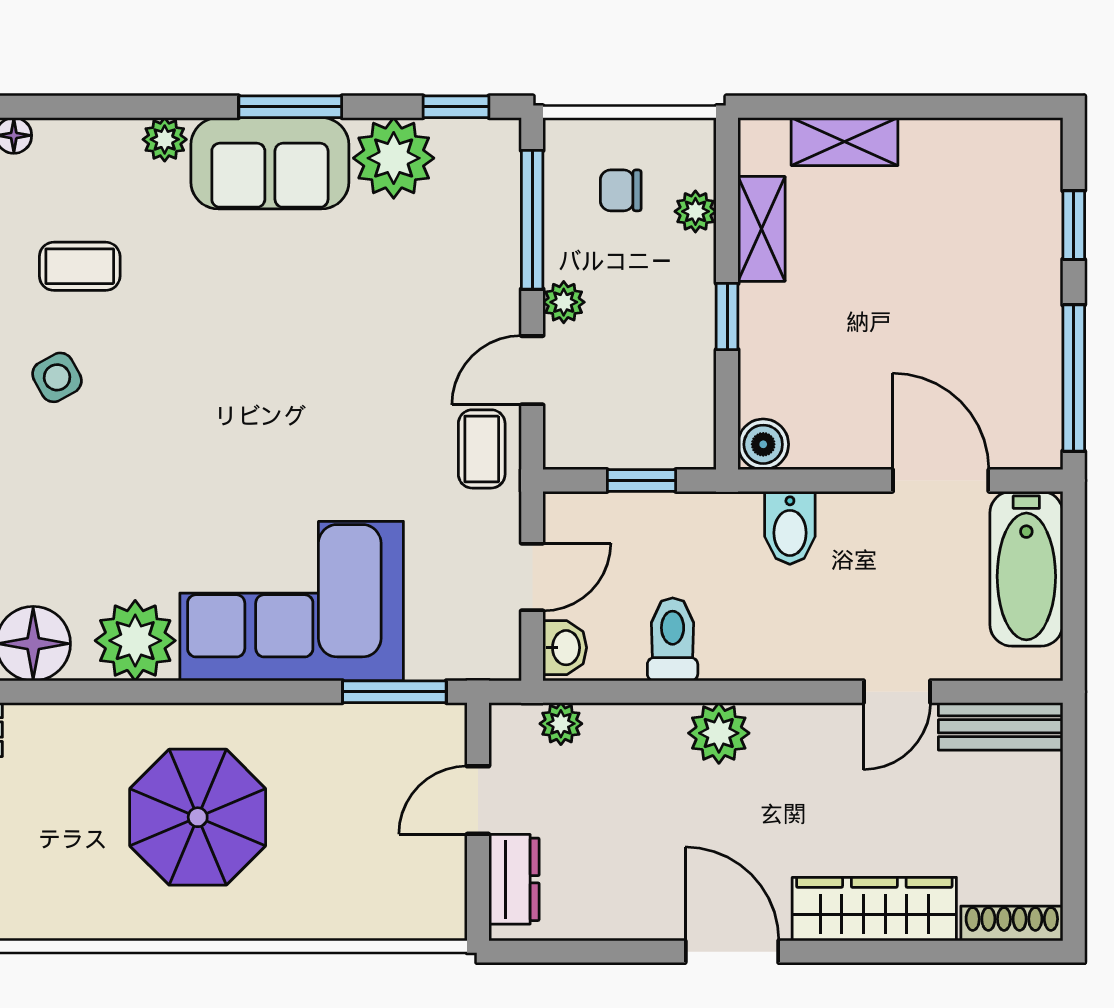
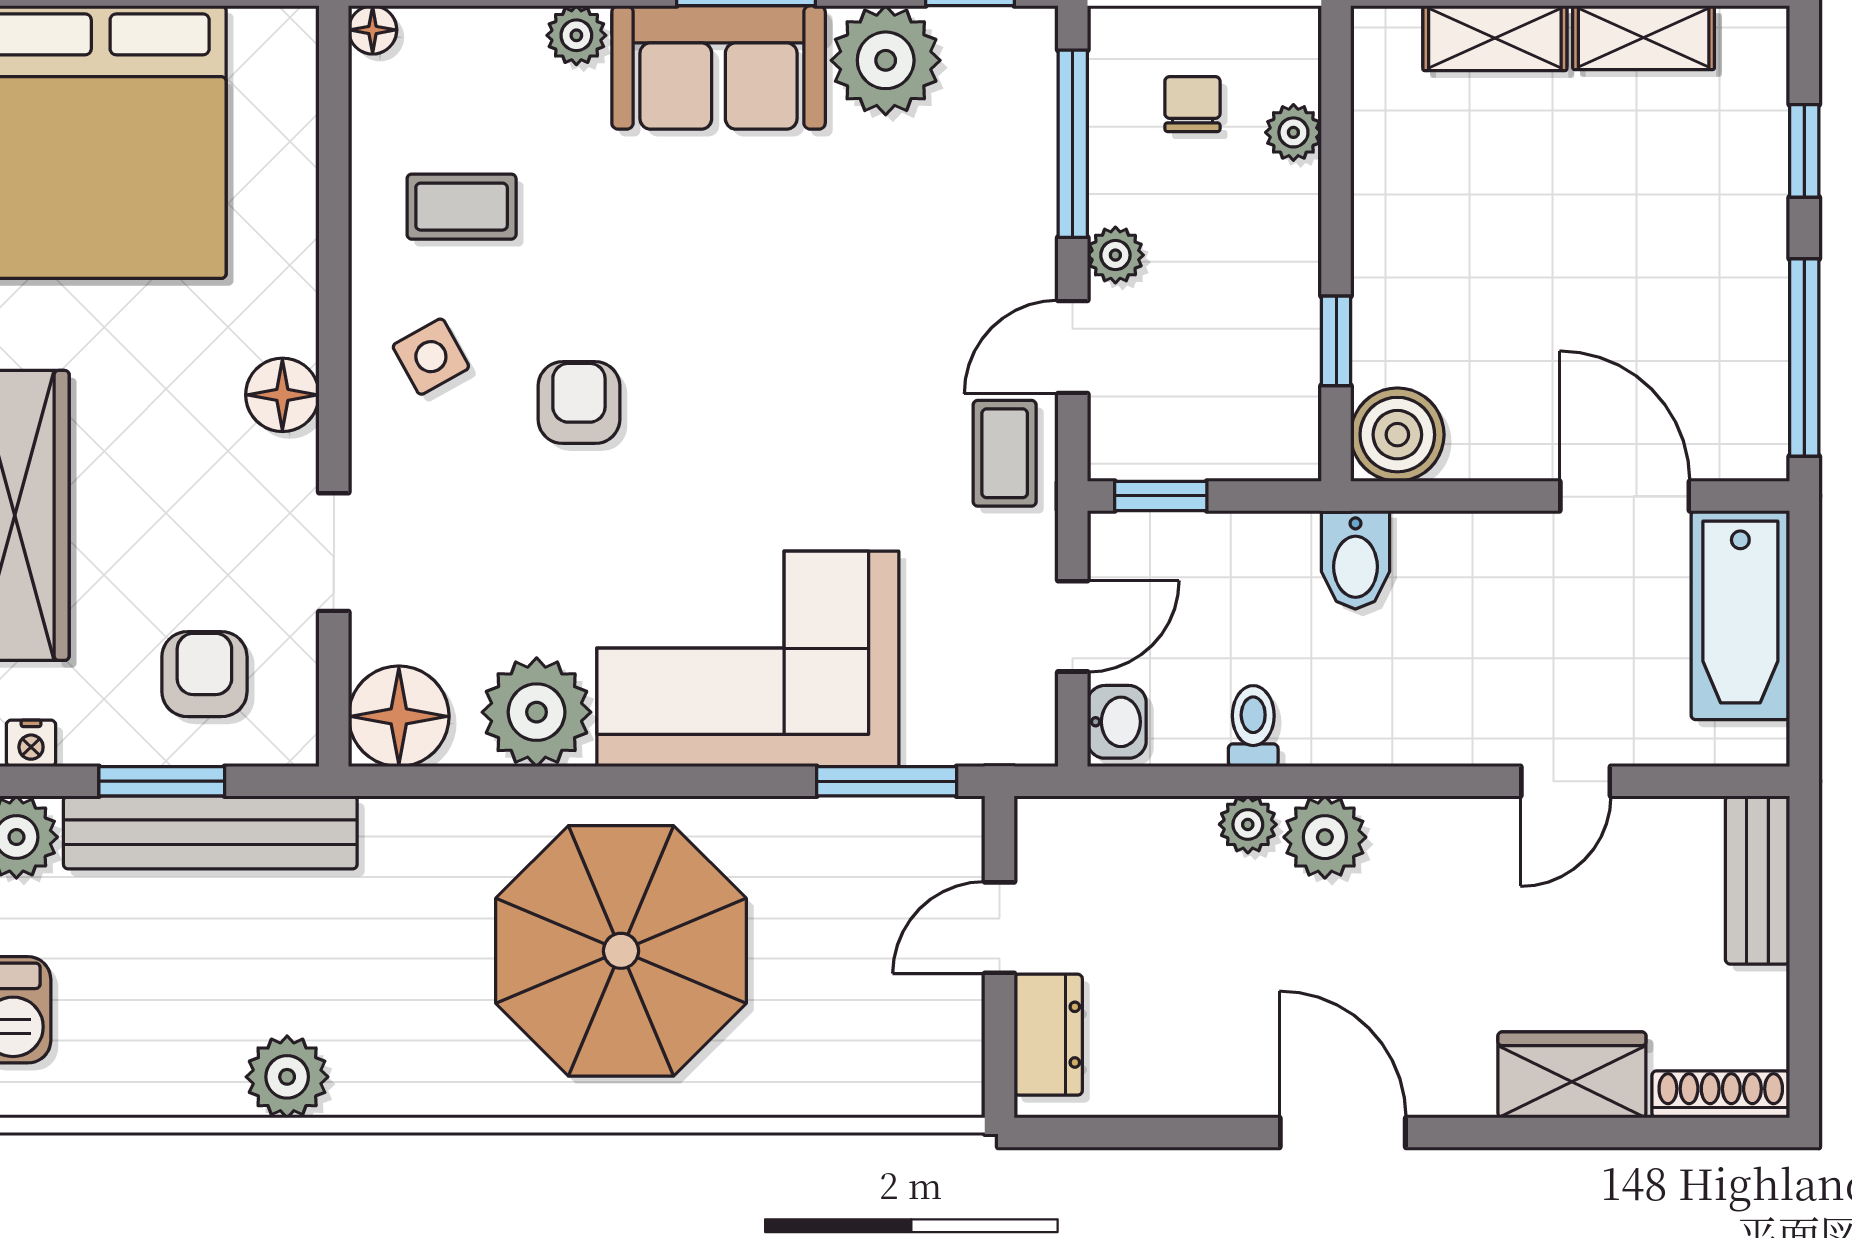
chair: (621, 190) -> (1192, 104), turned 90
shelving: (762, 229) -> (1644, 38), moved, turned 90
window: (727, 317) -> (1336, 341), moved
armchair: (167, 411) -> (579, 403), added
boiler: (763, 444) -> (1397, 435), width x1.36, depth x1.36
window: (641, 480) -> (1161, 496), moved
bidet: (790, 528) -> (1355, 560), moved
toilet: (673, 639) -> (1253, 726), width x0.73, depth x0.72
plant: (561, 724) -> (1248, 824), moved
bench: (1001, 726) -> (1758, 880), moved, turned 90
parasol: (198, 817) -> (621, 951), width x1.36, depth x1.36
wardrobe: (874, 909) -> (1572, 1075), width x0.67

